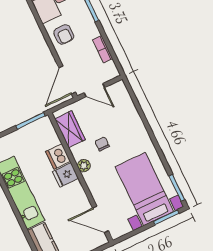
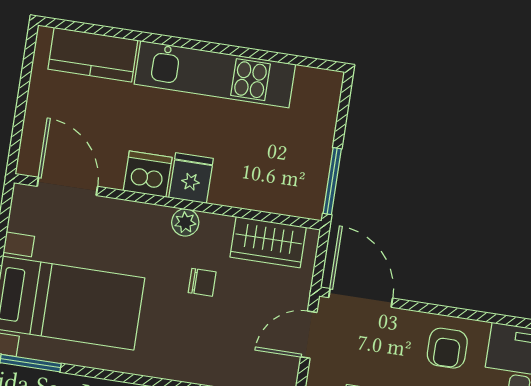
armchair: (64, 34) -> (447, 348), turned -90
dishwasher: (58, 156) -> (148, 174), moved
door: (101, 219) -> (67, 186), hinge flipped

